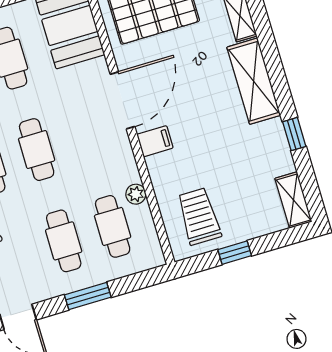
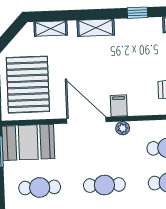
shelving: (254, 81) -> (96, 28), width x0.67, depth x0.75
plant: (136, 194) -> (123, 128), moved

